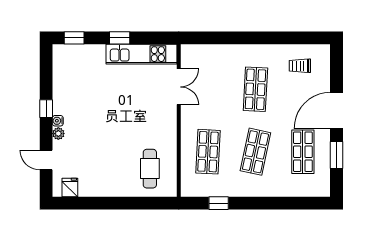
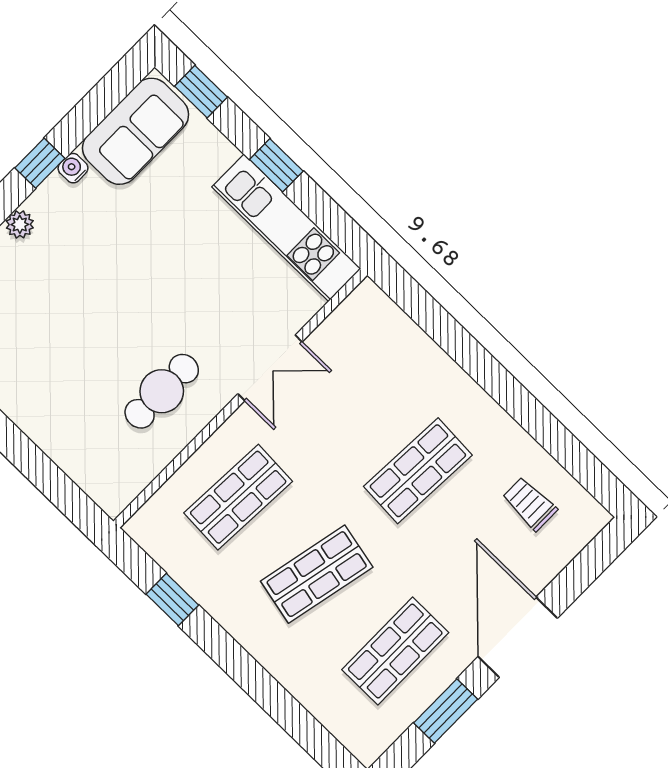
sofa: (66, 70) -> (136, 131), added
double door: (179, 87) -> (270, 368), moved
door: (337, 111) -> (518, 637), hinge flipped
water cooler: (58, 121) -> (73, 168), moved
cafe table: (150, 169) -> (162, 391), moved

